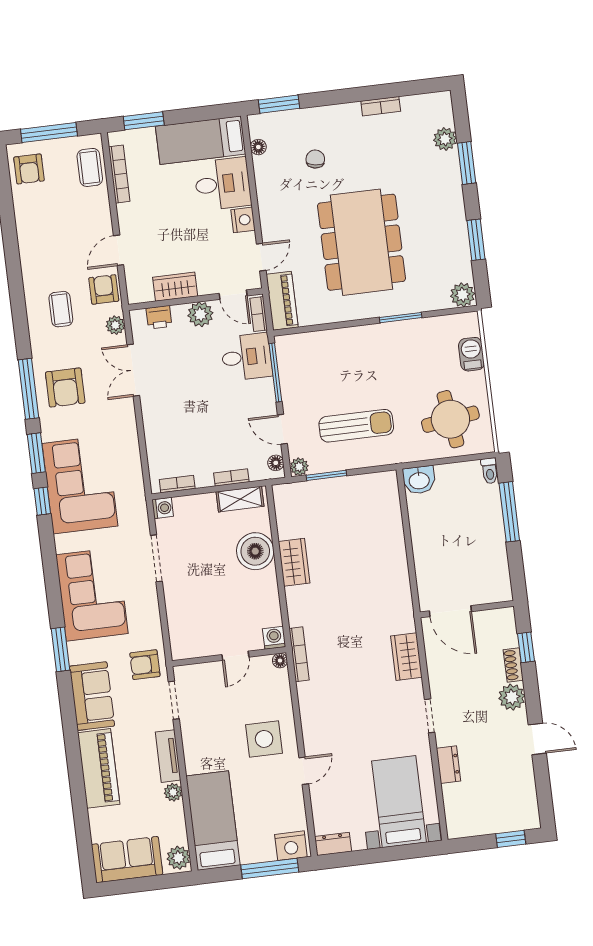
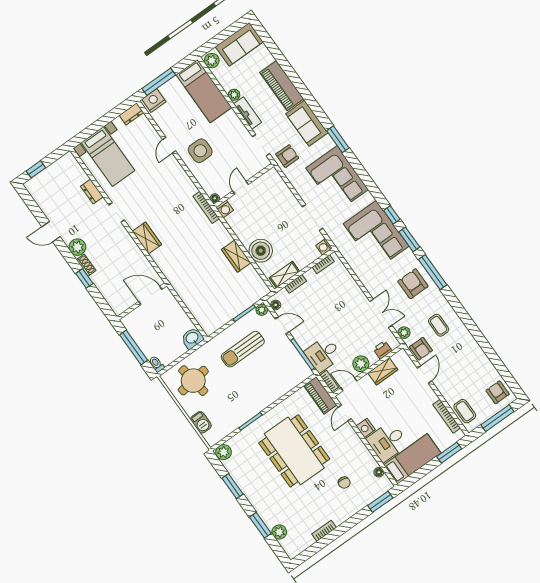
wall: (467, 609) -> (142, 301), moved
door: (450, 611) -> (150, 295), moved

